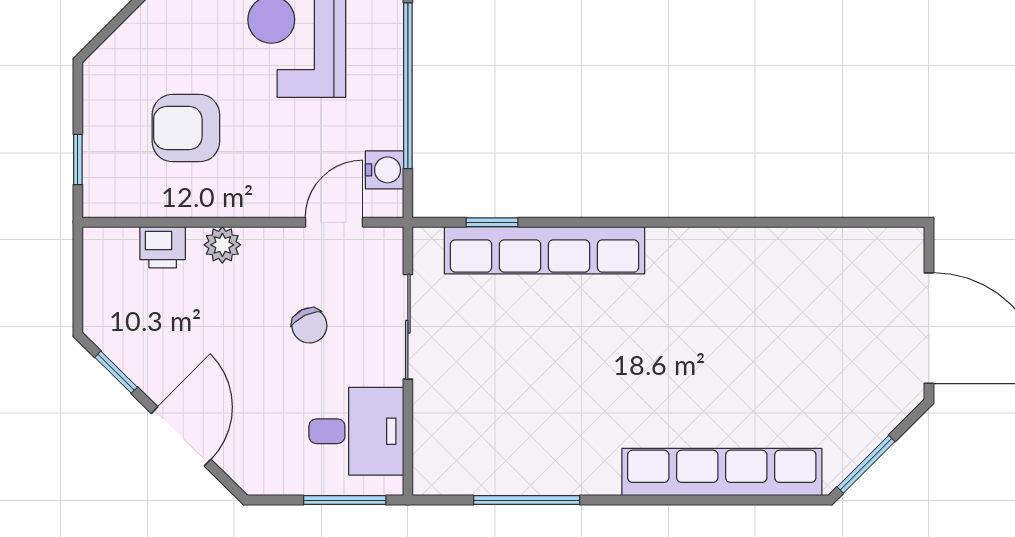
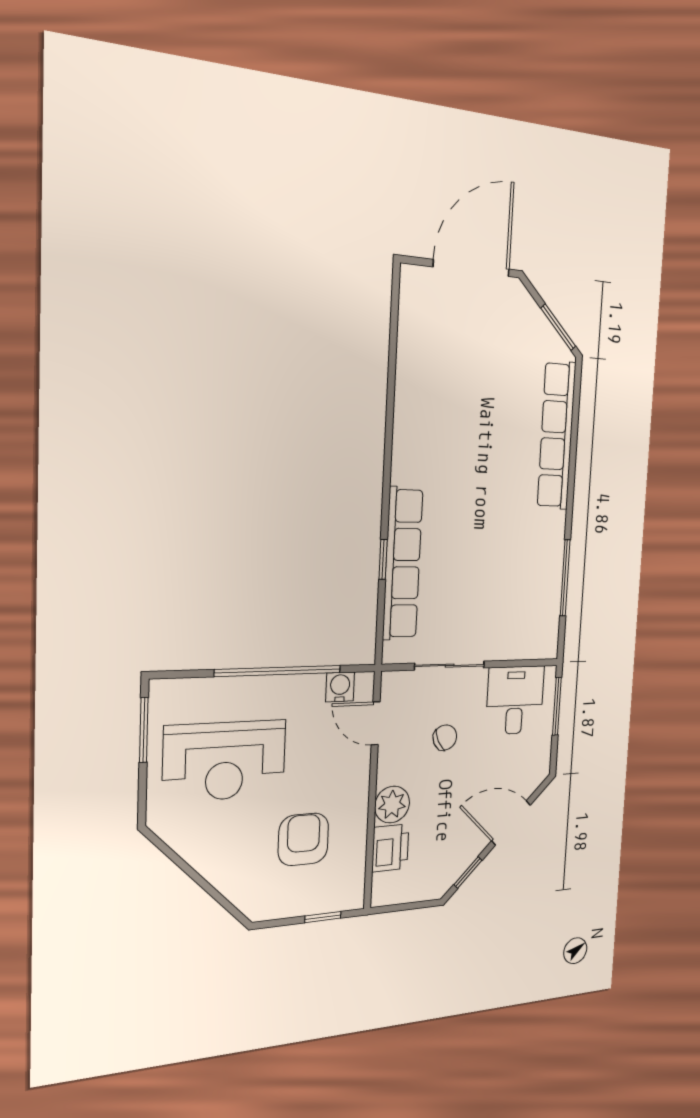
armchair: (186, 128) -> (303, 839), turned 180
window: (492, 222) -> (383, 559), moved
plant: (222, 245) -> (392, 805), width x1.38, depth x1.38
printer: (163, 247) -> (390, 848), width x1.36, depth x1.24

